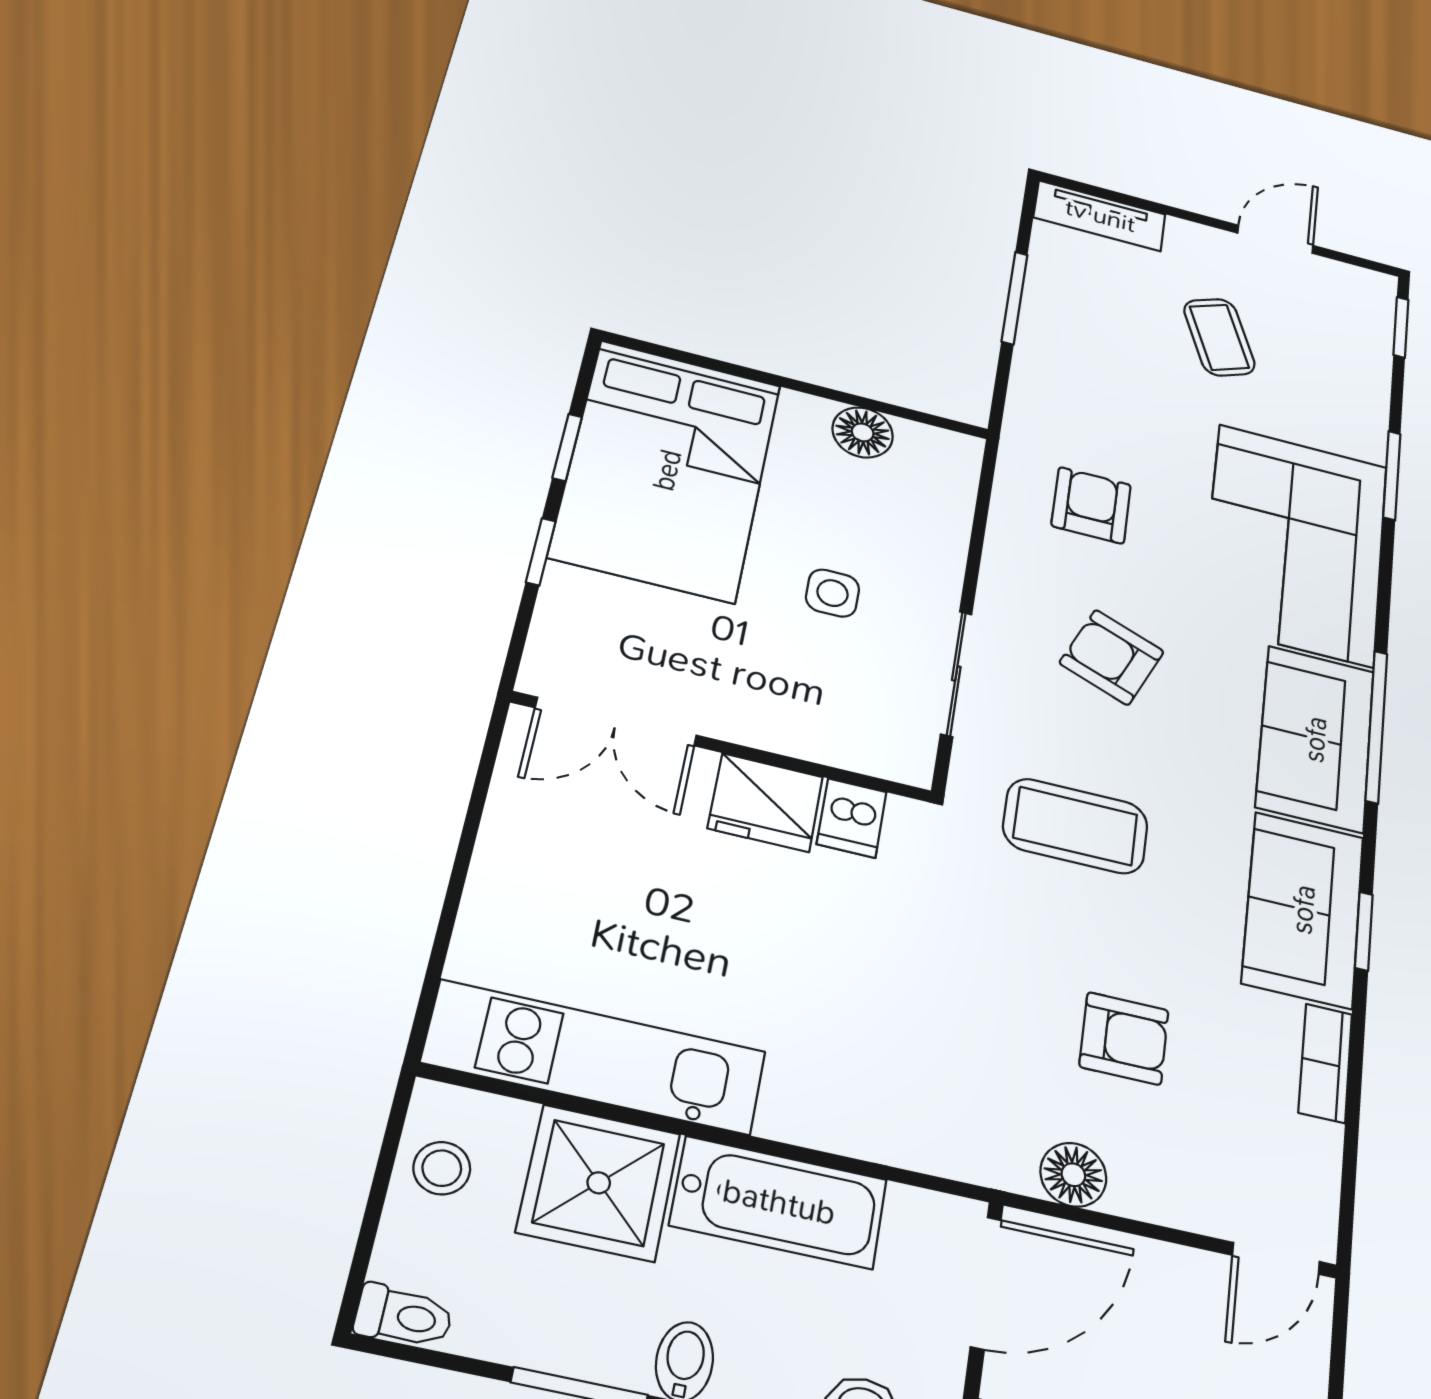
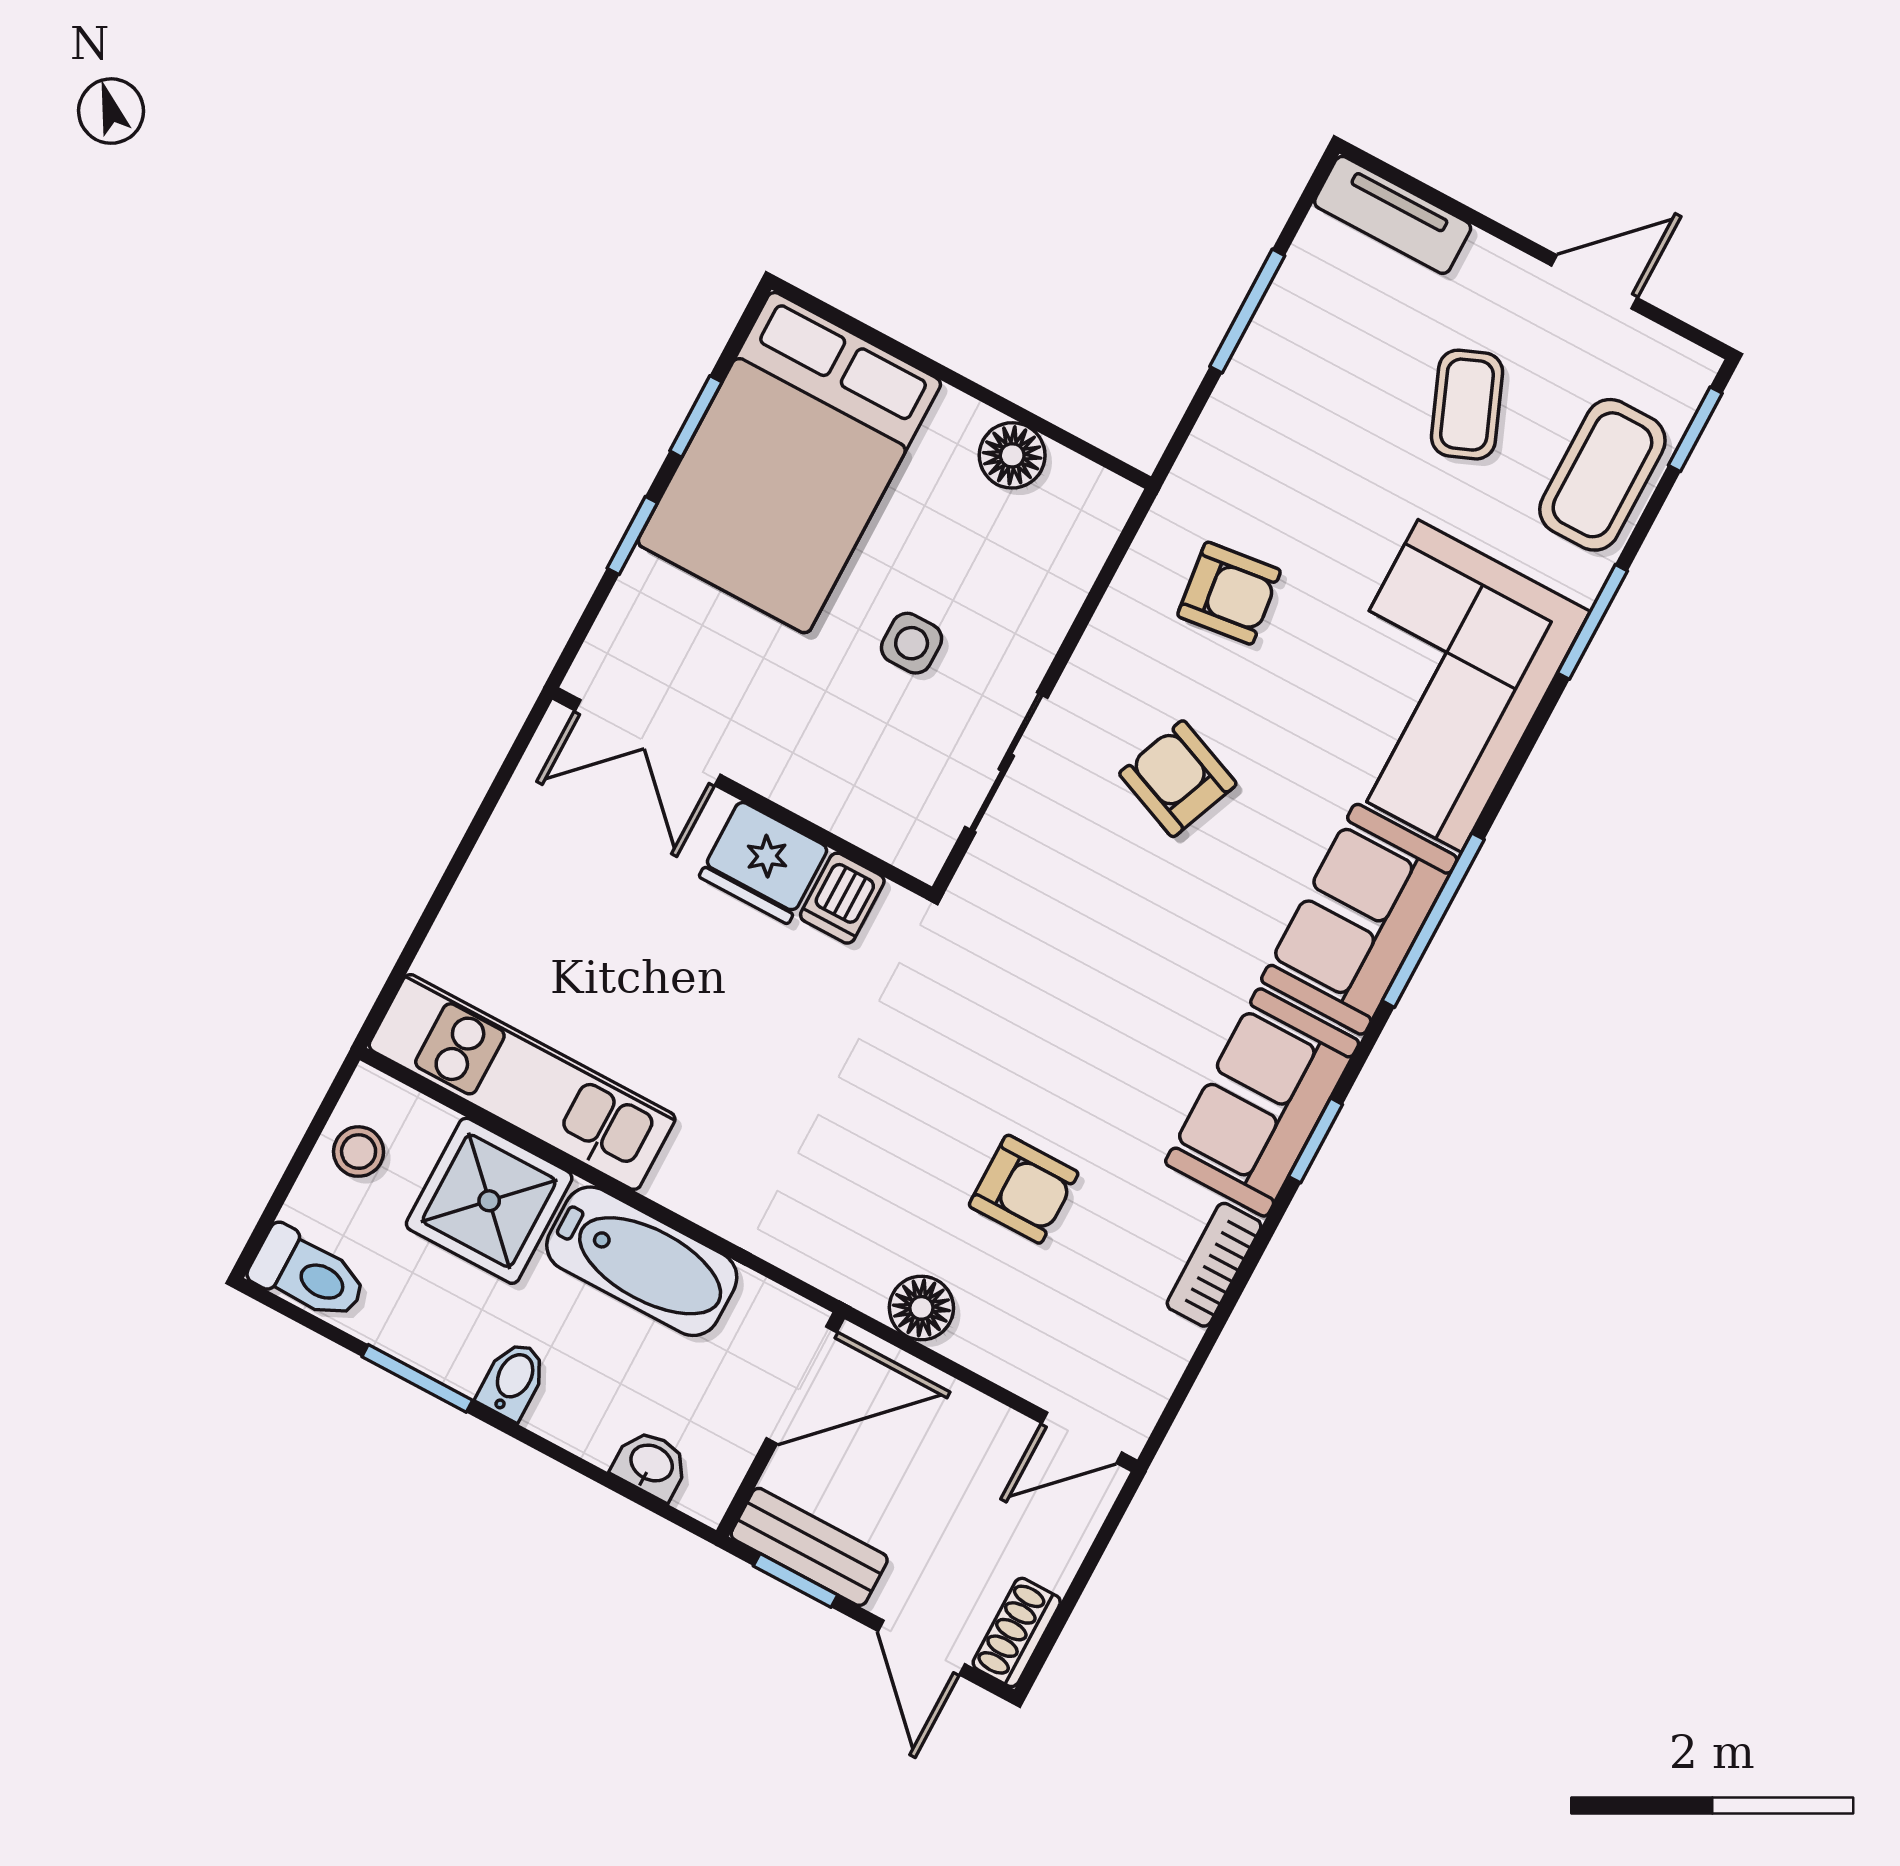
armchair: (1091, 505) -> (1229, 593), turned 83
coffee table: (1075, 826) -> (1602, 475), moved, turned 90
toilet: (404, 1316) -> (308, 1274), width x1.37, depth x1.39

